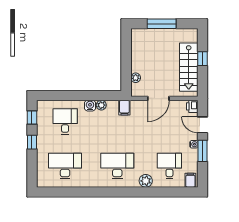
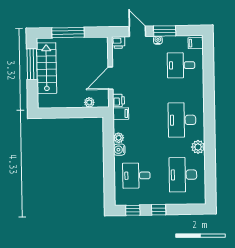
window: (162, 24) -> (32, 64), moved
window: (203, 59) -> (68, 33), width x2.17
stairs: (189, 67) -> (47, 68), moved, turned -90
door: (158, 98) -> (111, 78), swing flipped
printer: (137, 106) -> (118, 100), added
door: (203, 125) -> (137, 31), swing flipped
plant: (146, 181) -> (198, 147), moved

